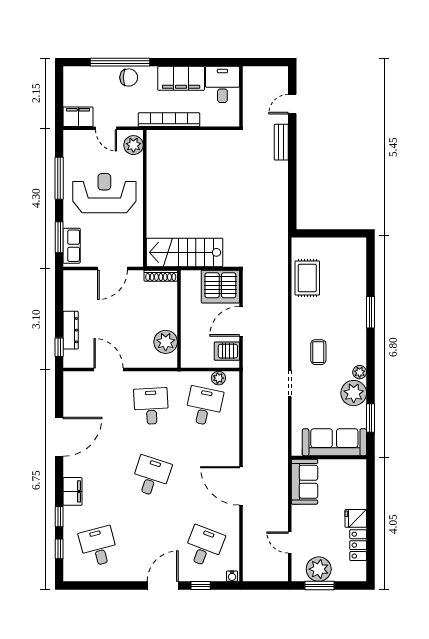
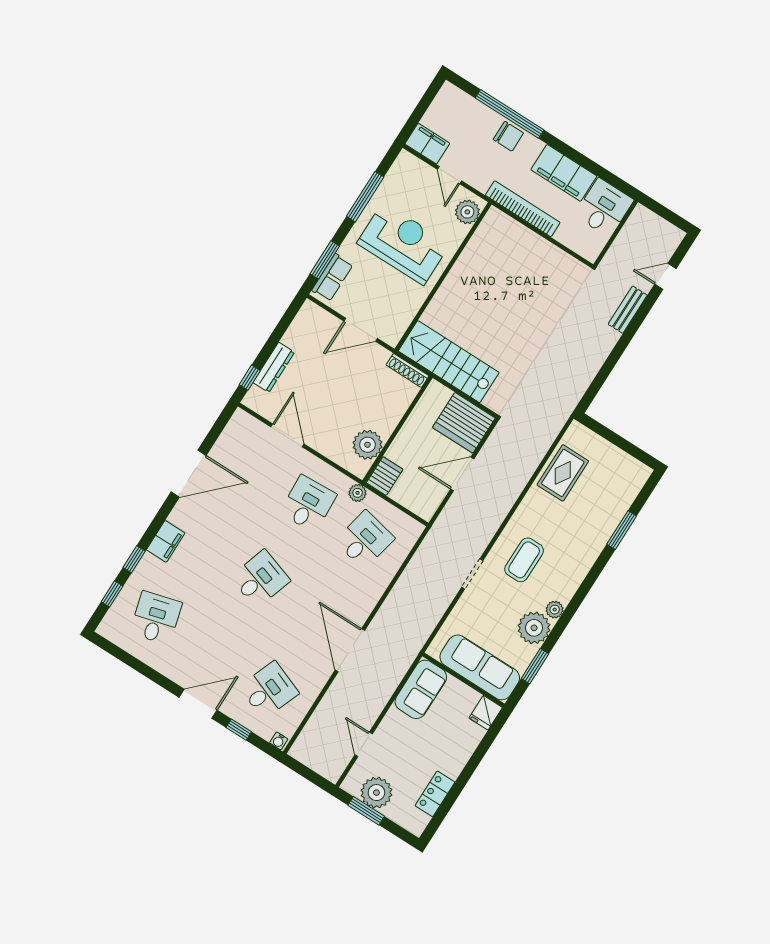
window: (371, 312) -> (622, 530), moved
server rack: (227, 351) -> (385, 476), moved, turned 90
coffee table: (318, 352) -> (524, 560), width x1.36, depth x1.30
plant: (218, 378) -> (358, 493), moved
fridge: (356, 518) -> (486, 713), moved, turned -90

